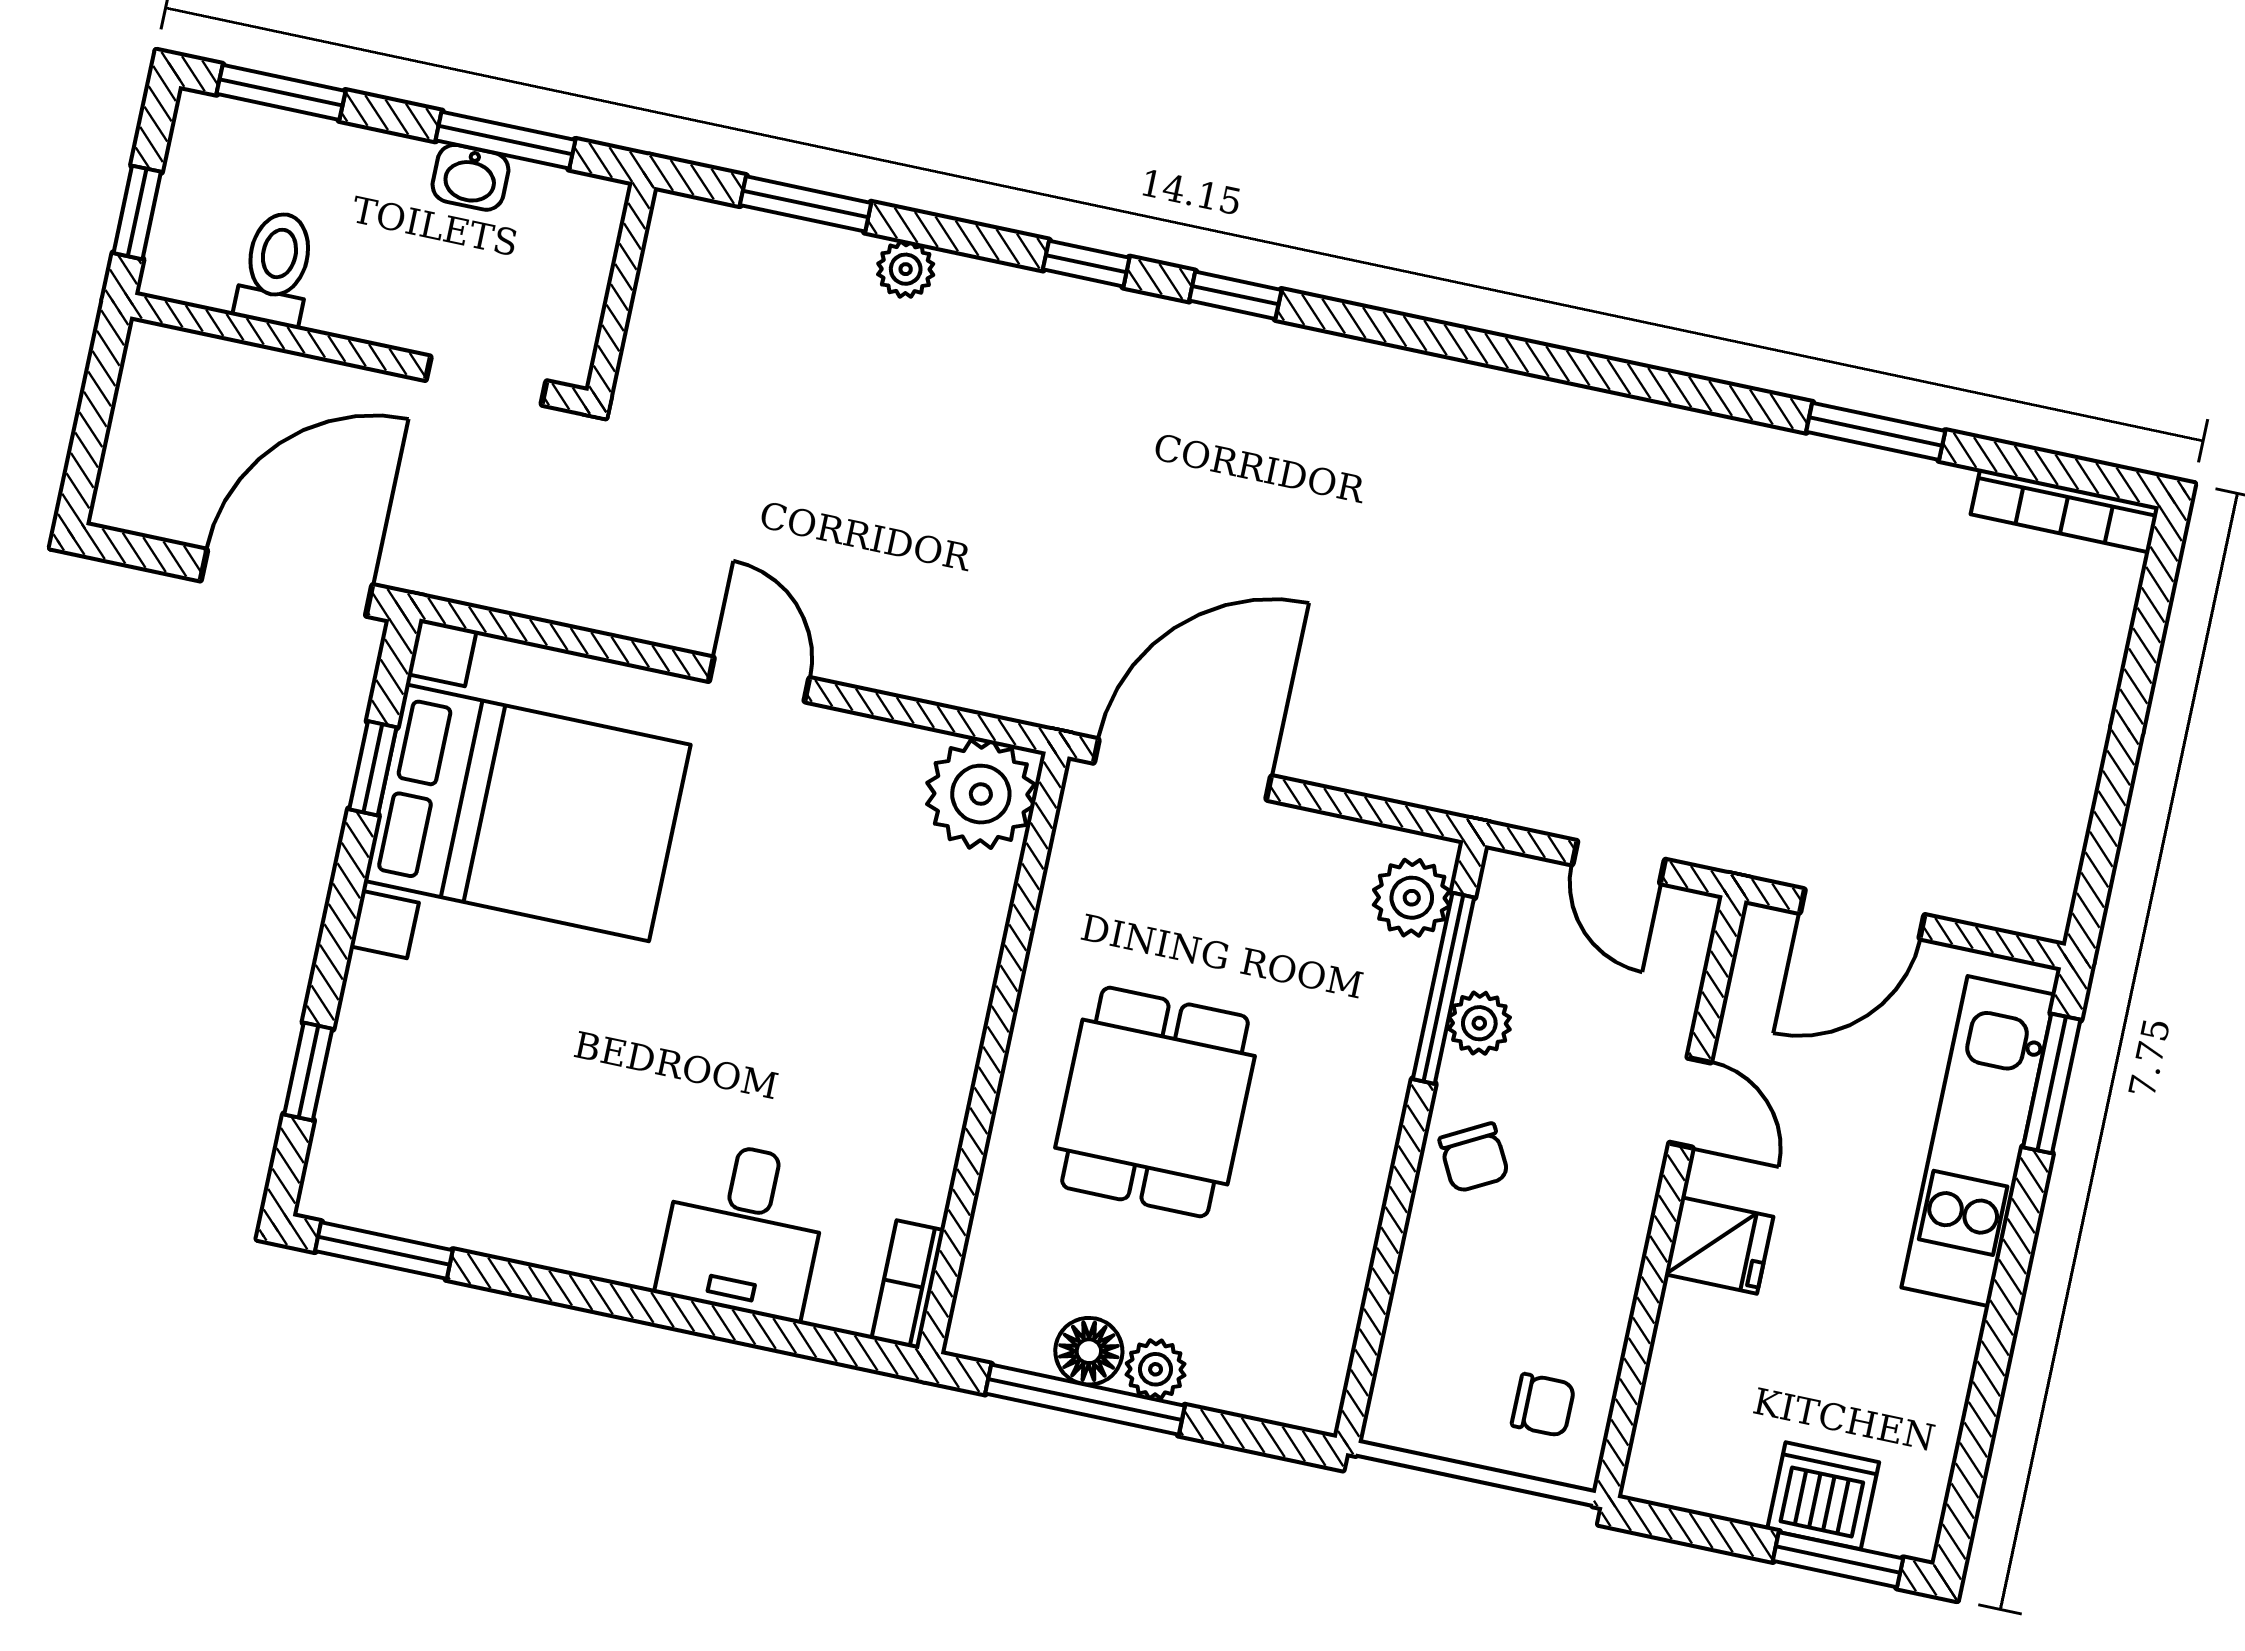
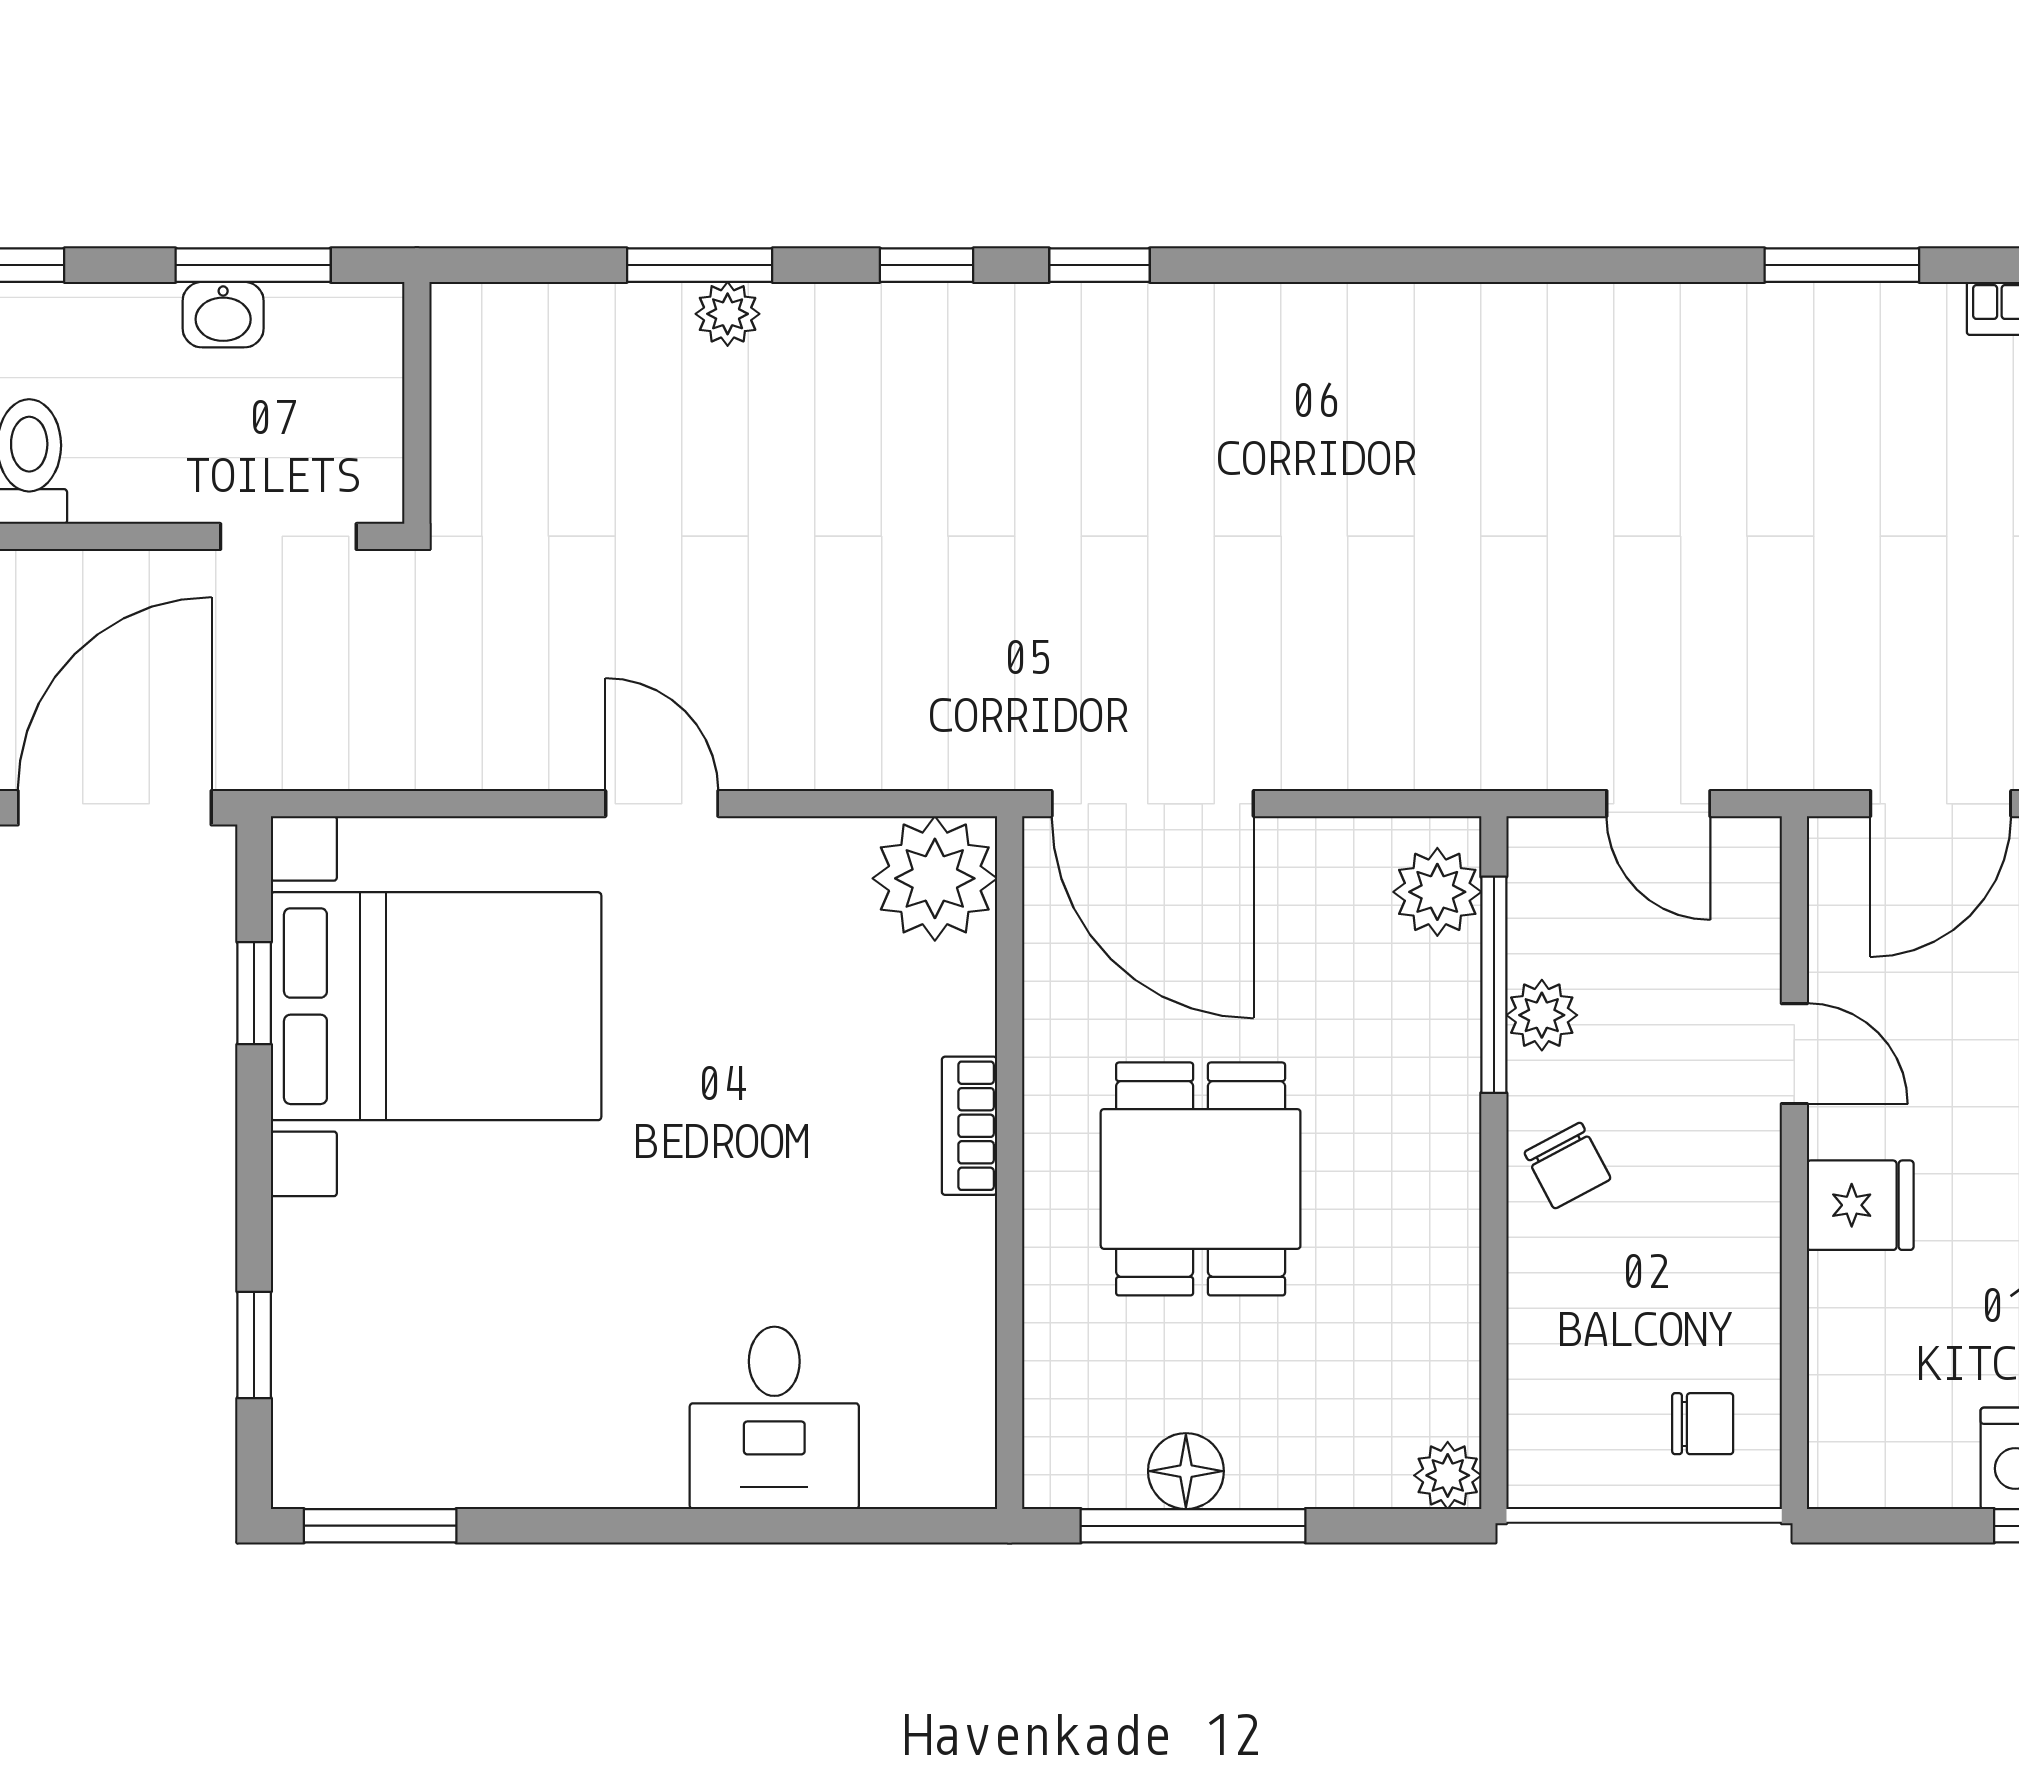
window: (806, 204) -> (700, 265), moved
door: (1182, 769) -> (1153, 804), swing flipped
bookcase: (908, 1285) -> (969, 1126), moved
plant: (1156, 1369) -> (1448, 1475), moved

